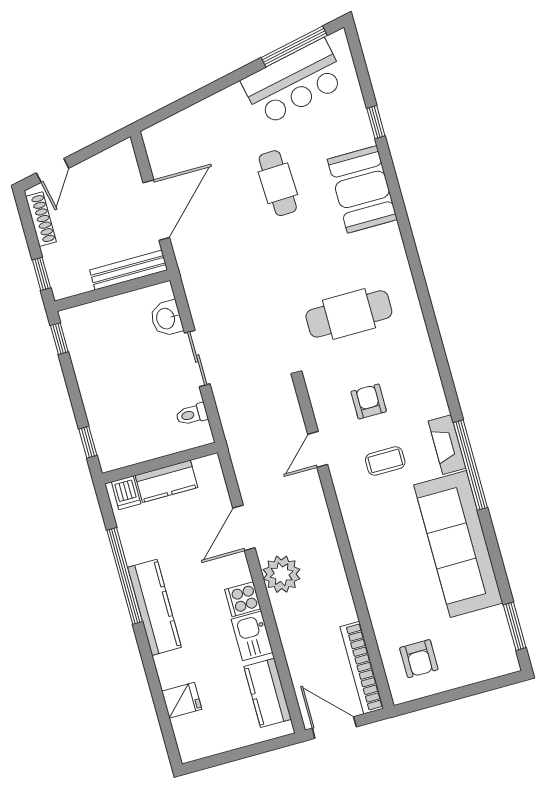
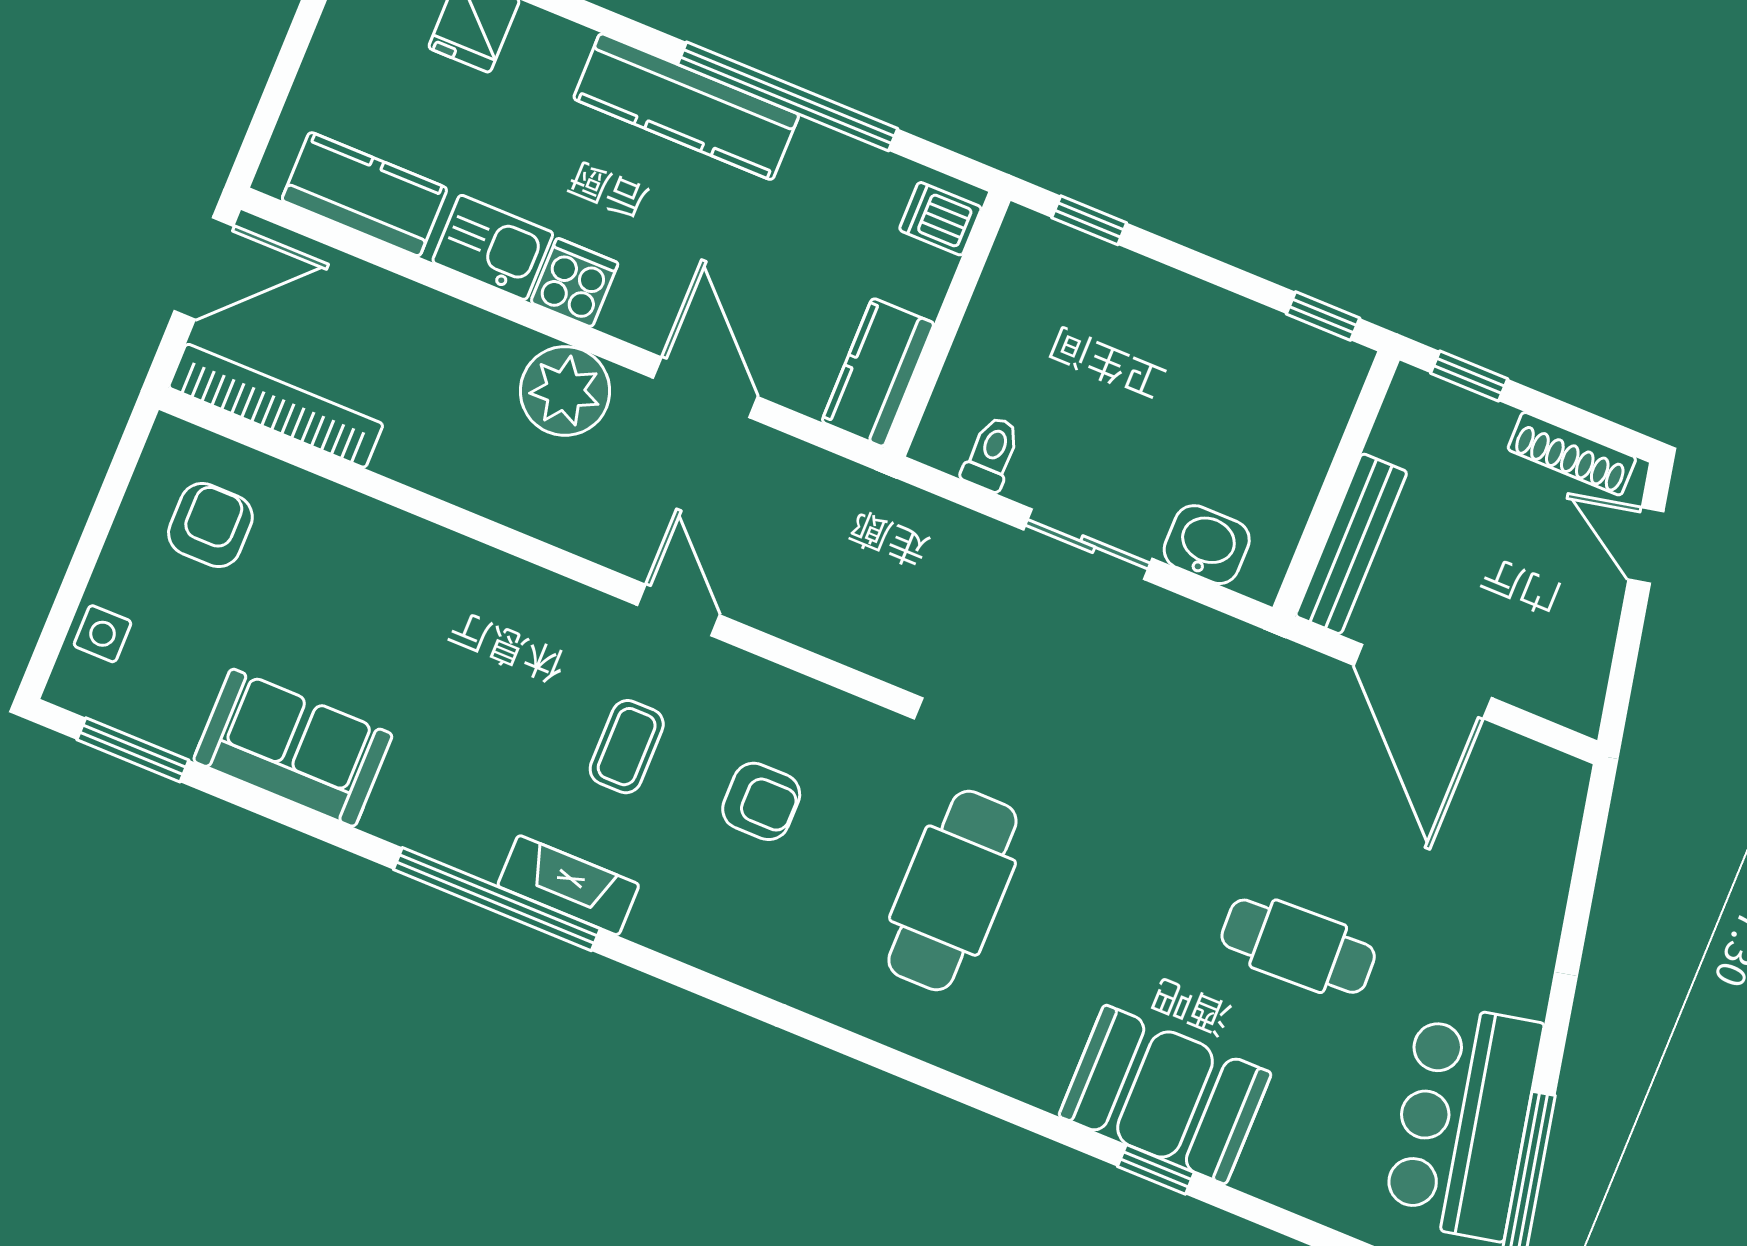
window: (376, 122) -> (1156, 1169), moved
door: (318, 449) -> (678, 610), moved
kitchen counter: (166, 481) -> (878, 372), moved
sofa: (458, 544) -> (293, 748), width x0.54, depth x0.79
armchair: (419, 659) -> (210, 525), turned 90
side table: (484, 667) -> (103, 634), added

